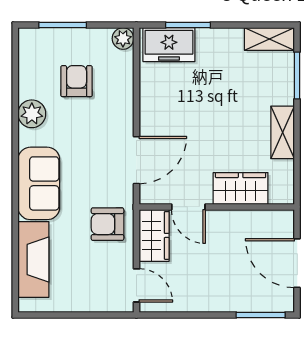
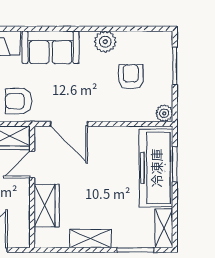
freezer: (169, 45) -> (156, 168), width x1.91, depth x1.26
armchair: (77, 81) -> (131, 77), turned -90
armchair: (107, 224) -> (19, 101), turned -90

